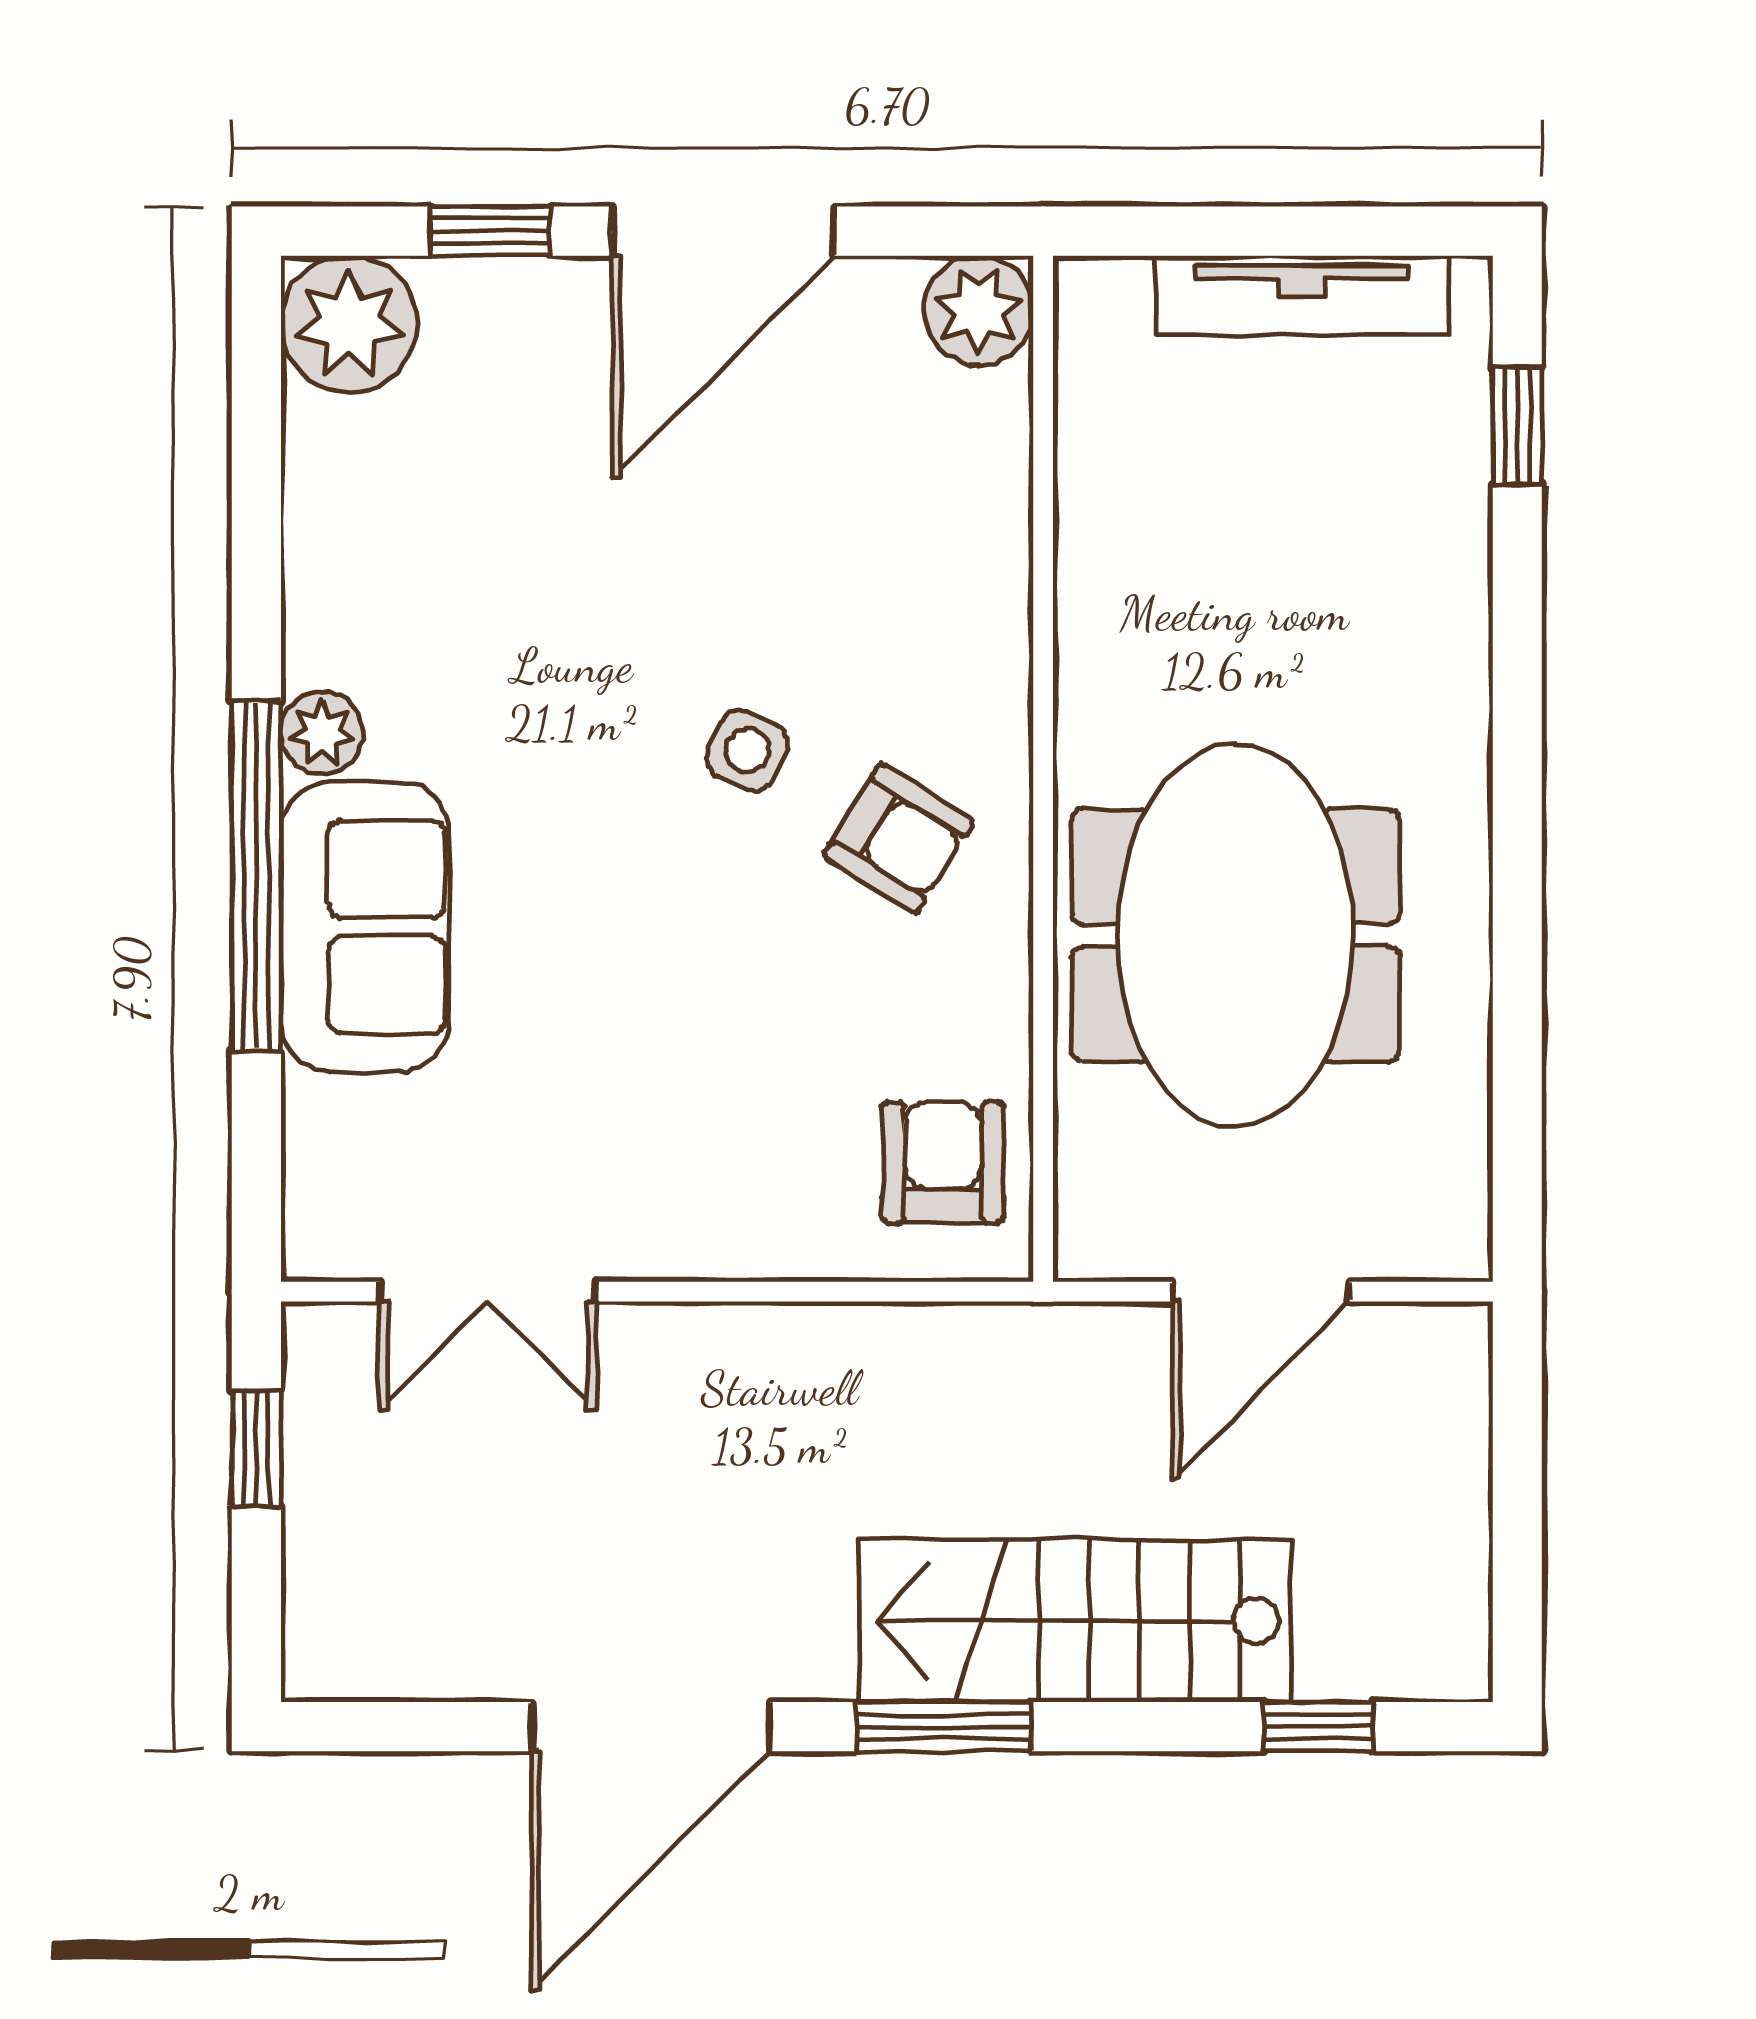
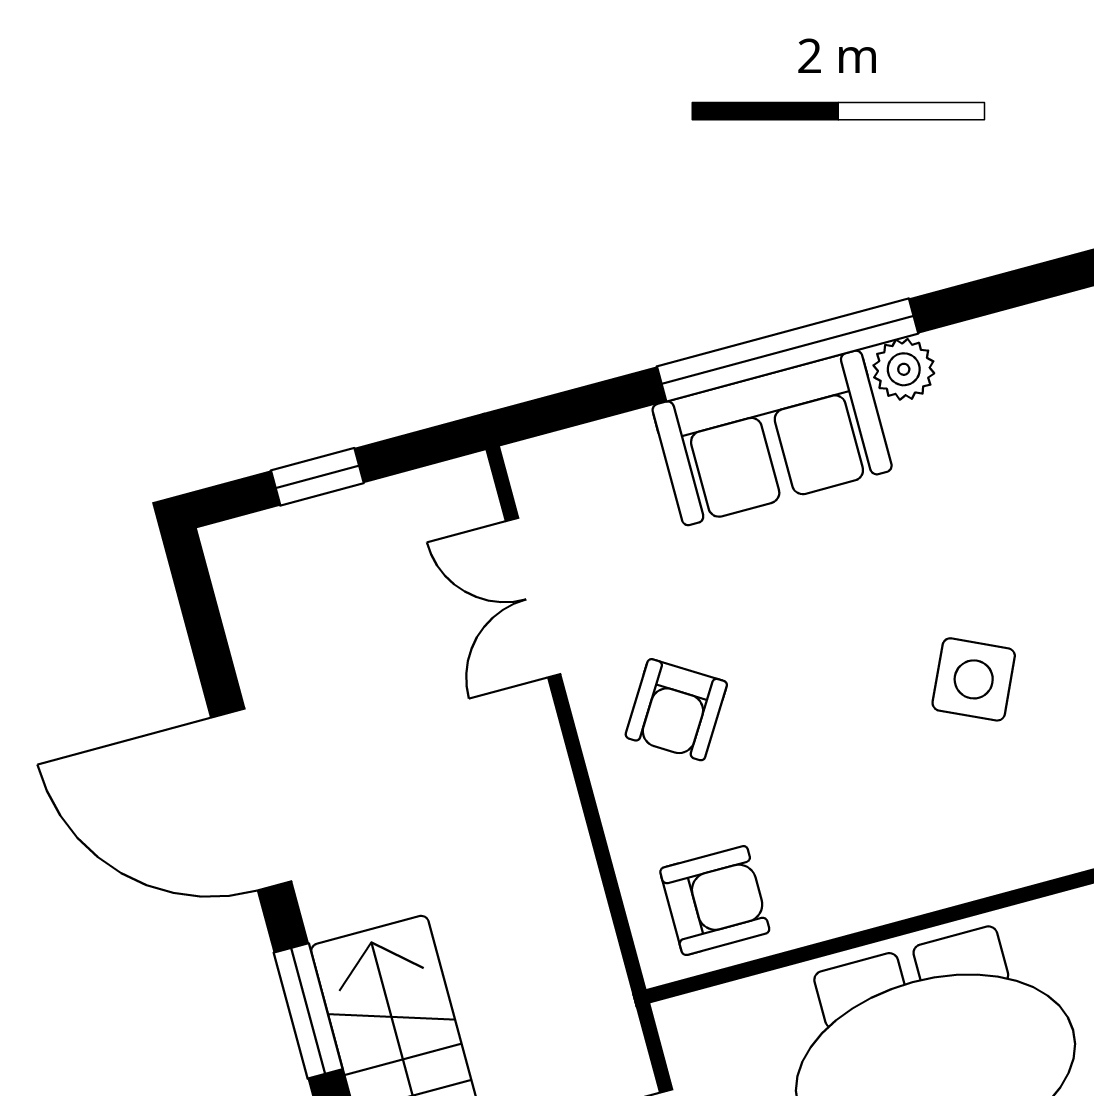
side table: (747, 751) -> (974, 679), width x1.37, depth x1.37
armchair: (899, 839) -> (676, 710), moved
window: (256, 1448) -> (317, 477), moved

